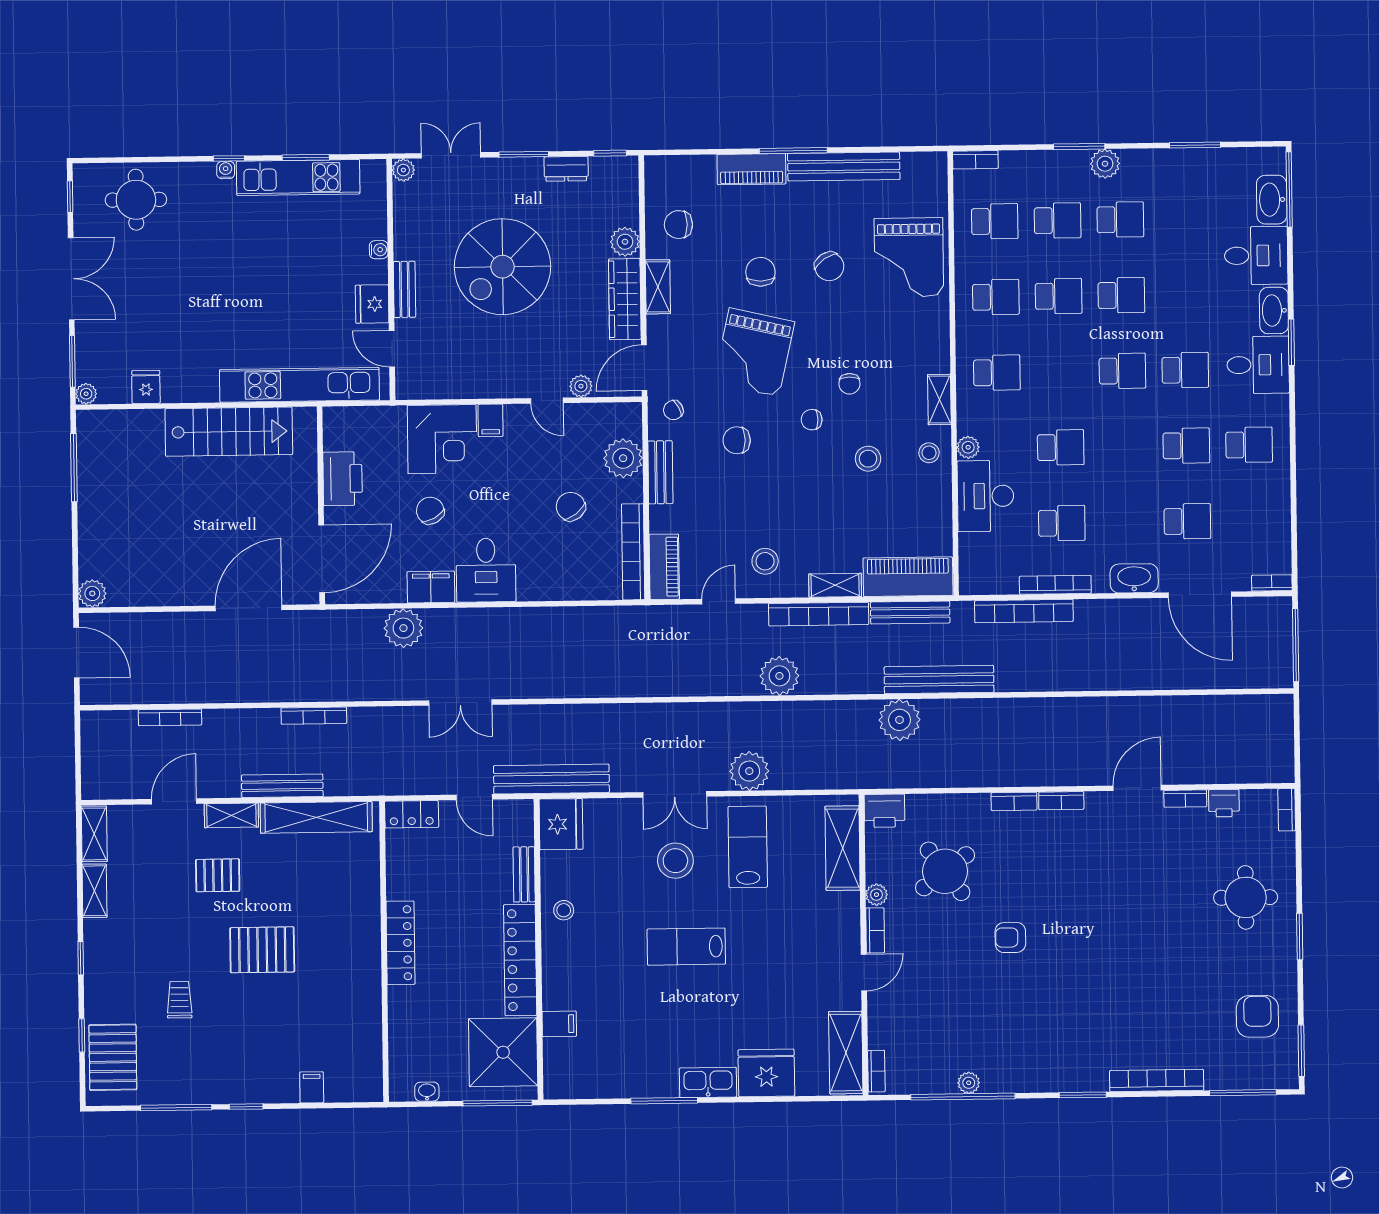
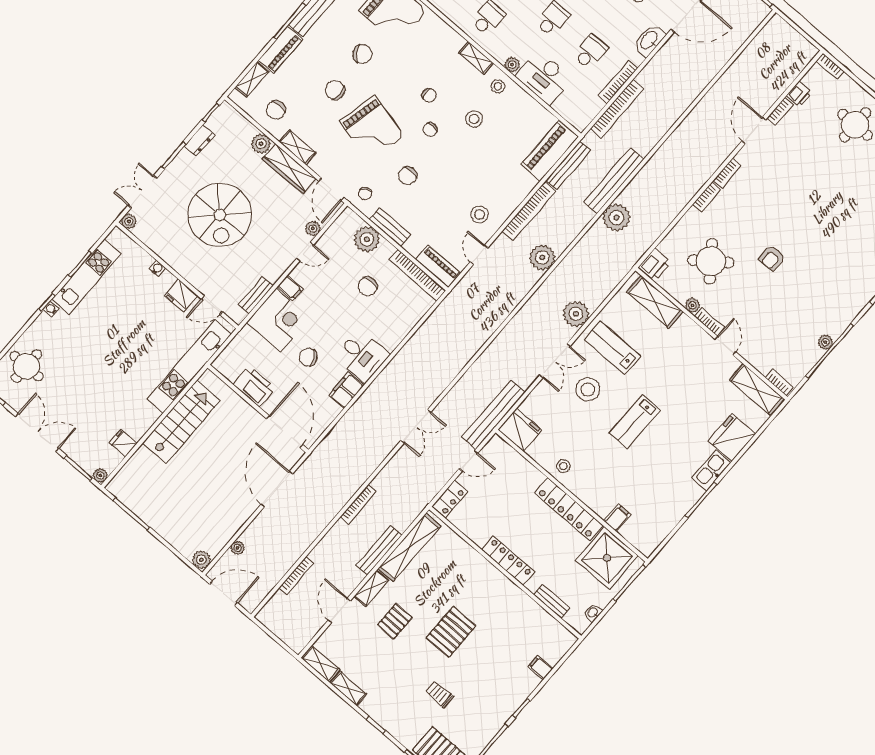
bench: (405, 289) -> (256, 295), moved, turned 90
chair: (571, 507) -> (368, 286), turned -52
shelving: (835, 585) -> (252, 79), moved
plant: (403, 628) -> (237, 548), moved, width x0.53, depth x0.53
bench: (524, 874) -> (552, 601), moved

